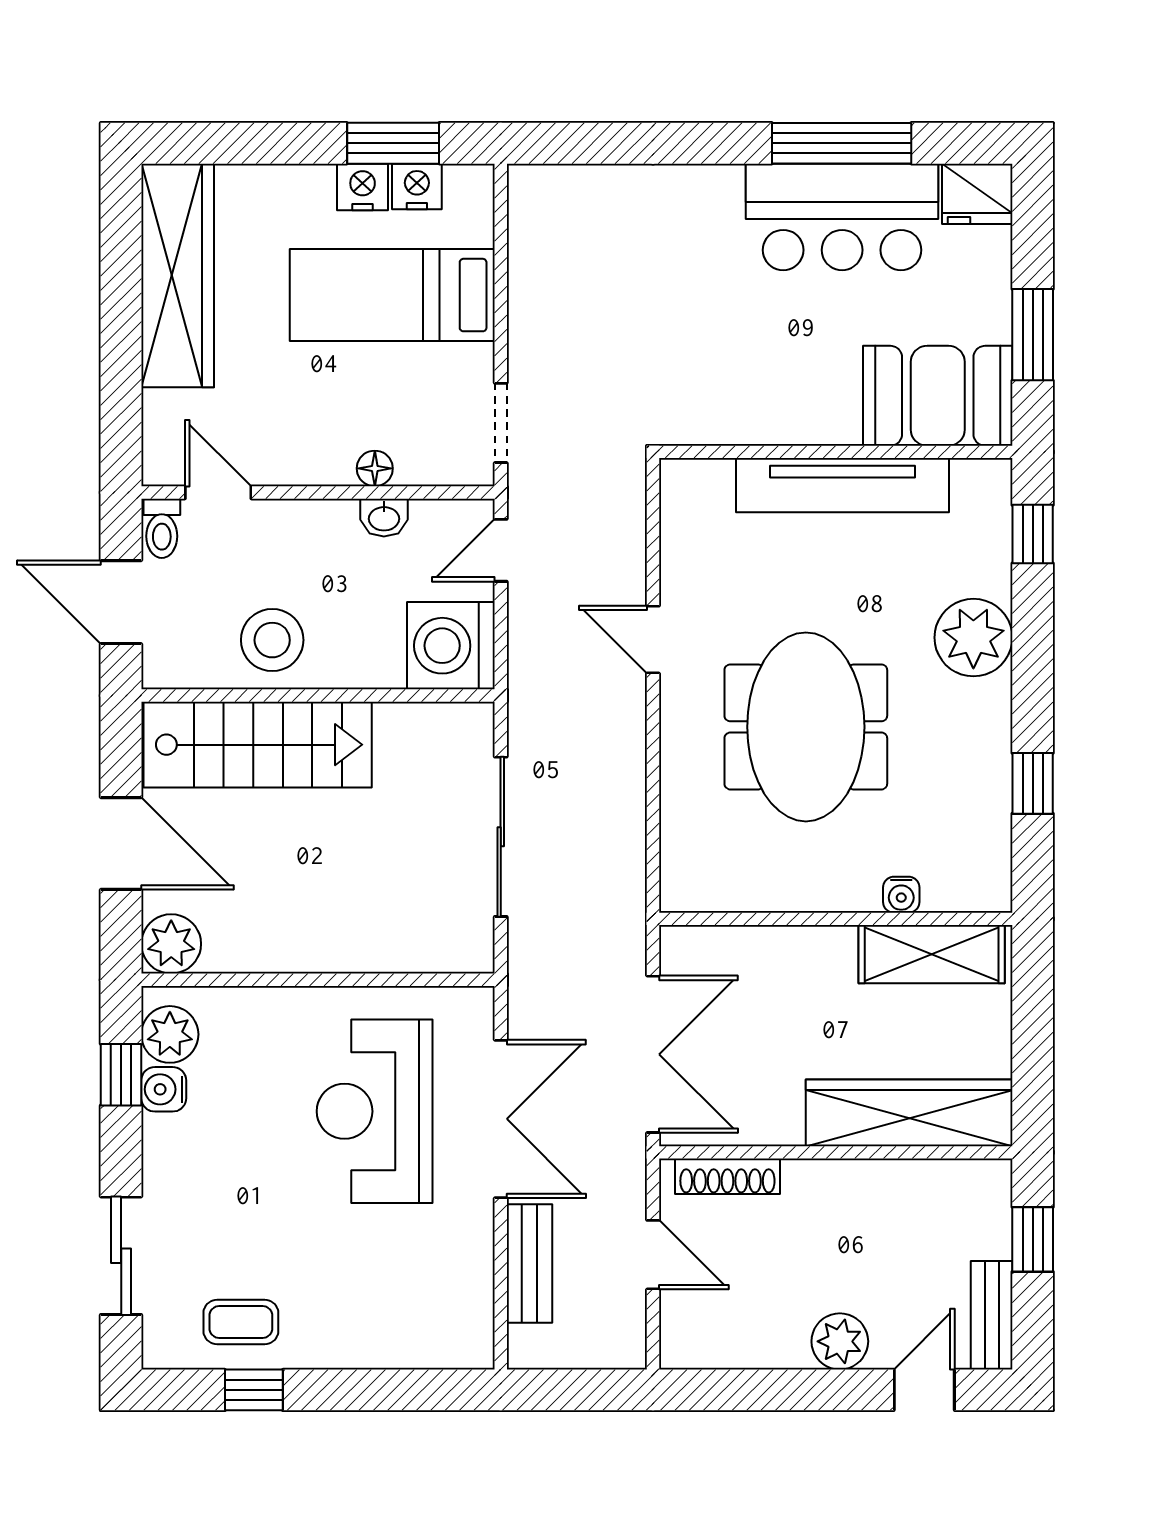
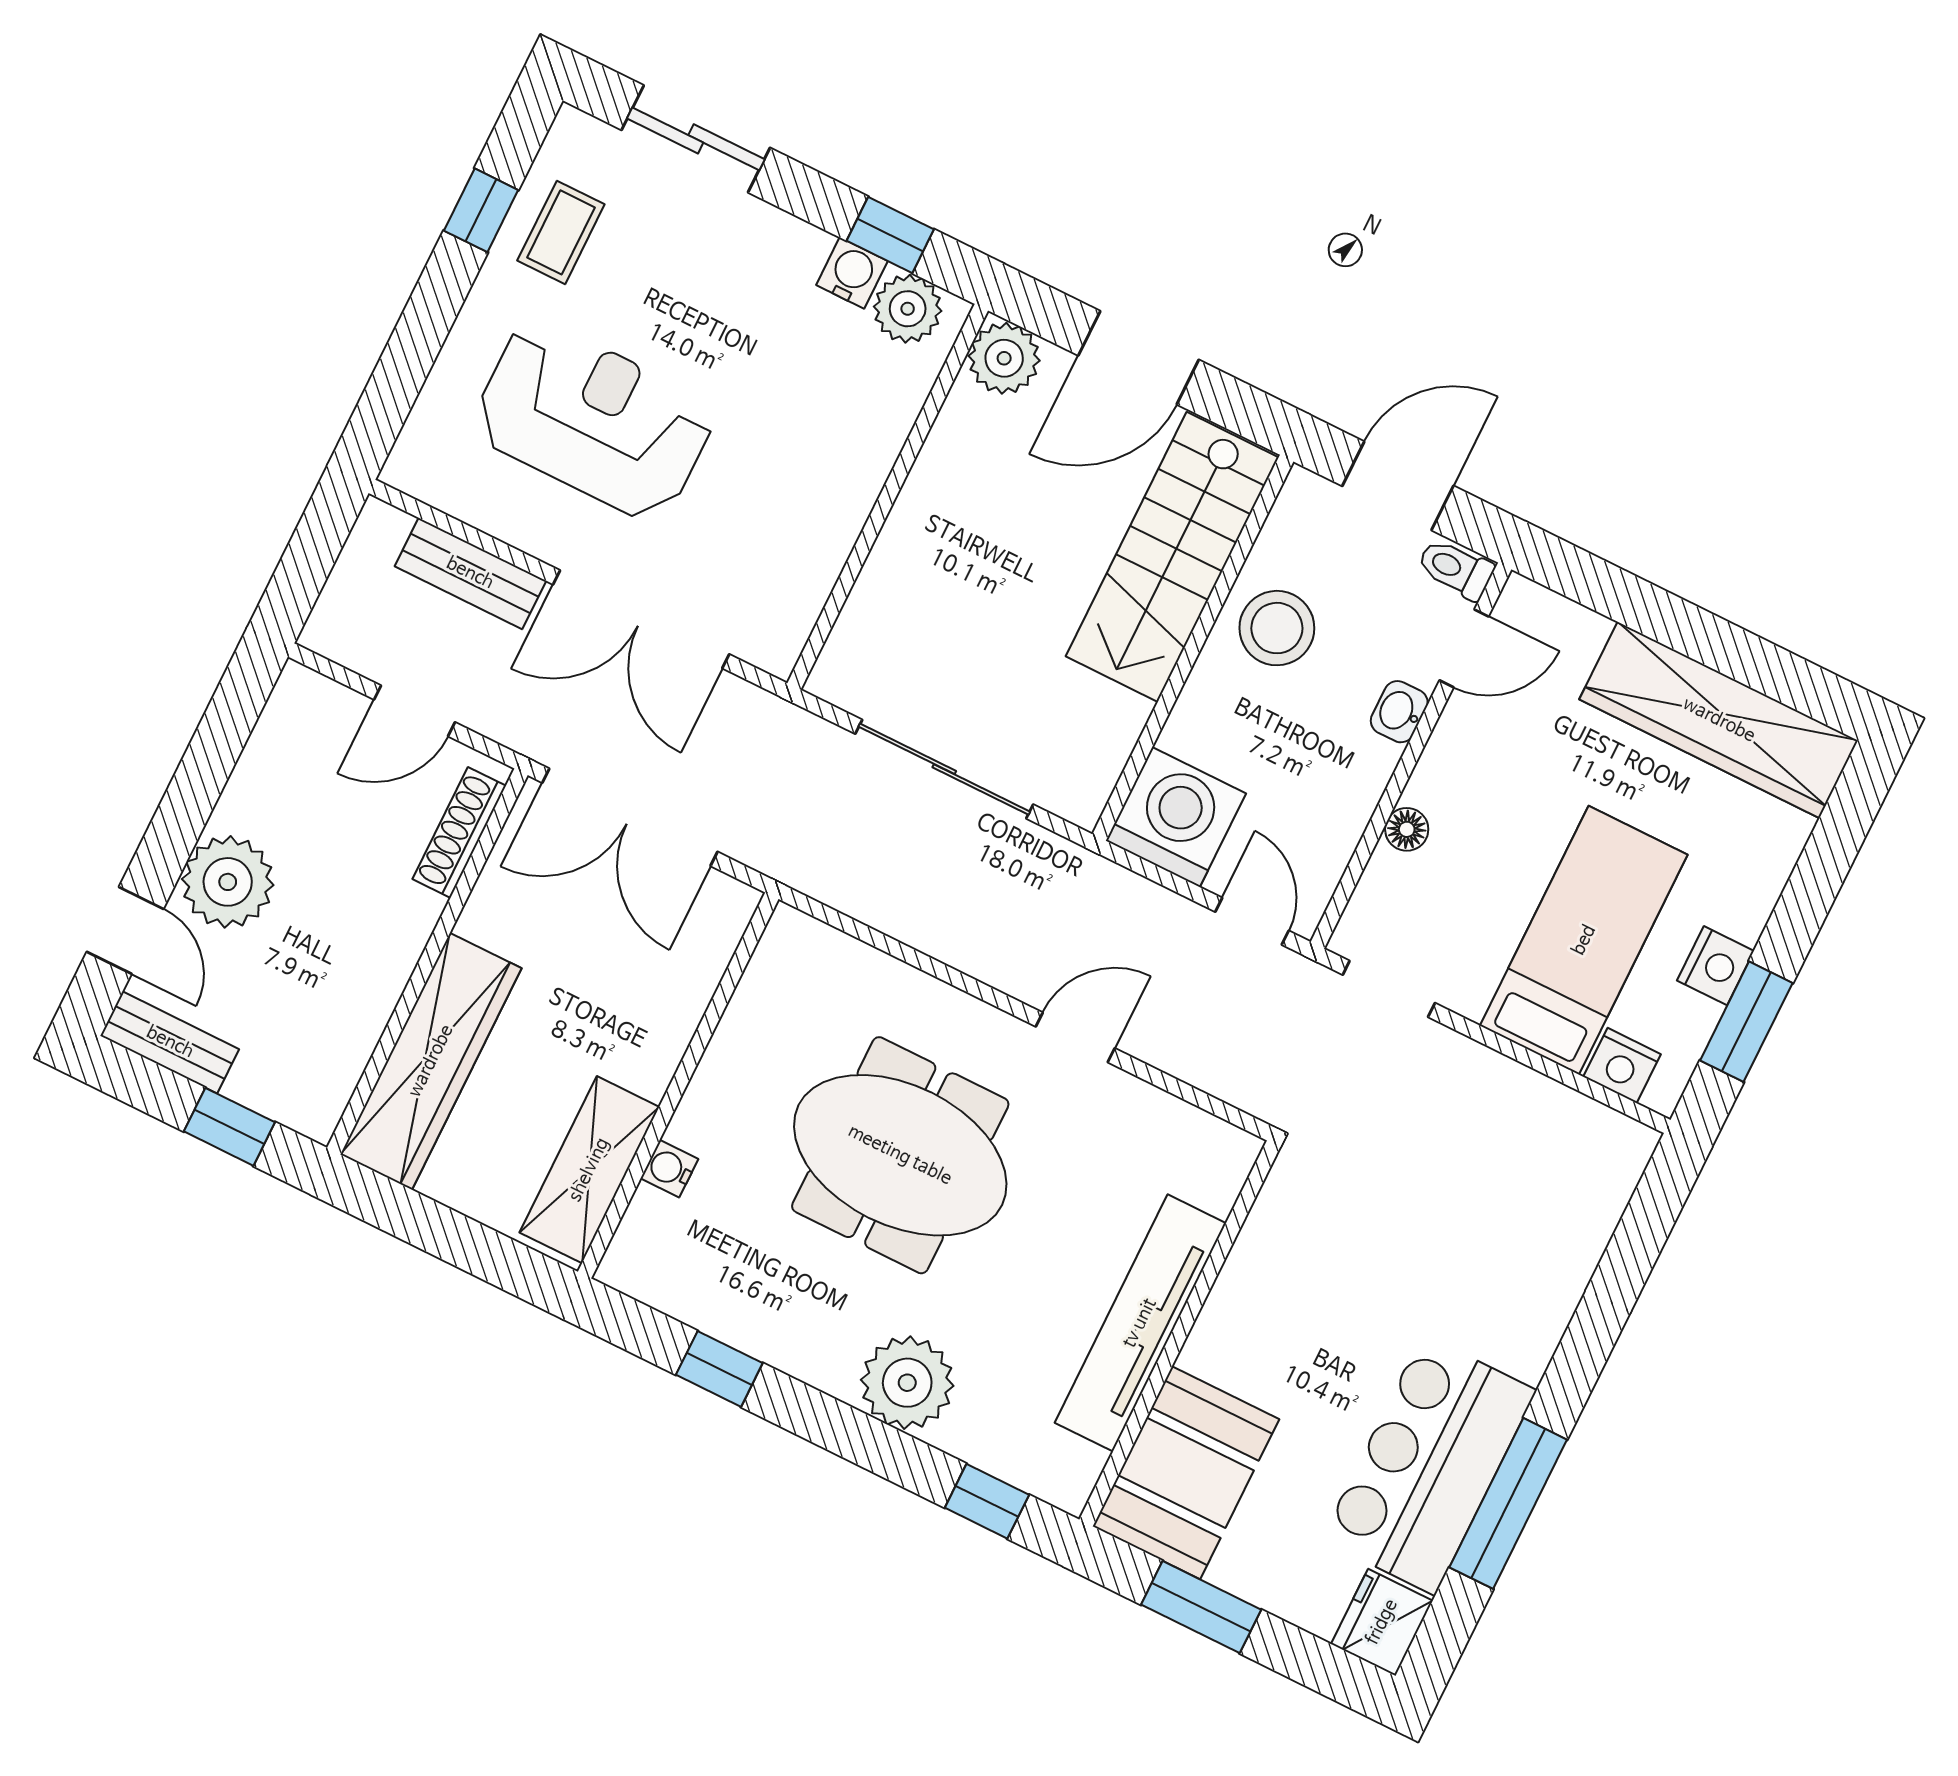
nightstand: (417, 186) -> (1622, 1065), moved, turned 90
washbasin: (384, 518) -> (1399, 712), moved
reception desk: (375, 1111) -> (593, 420), moved
plant: (840, 1341) -> (228, 882), width x1.36, depth x1.36

